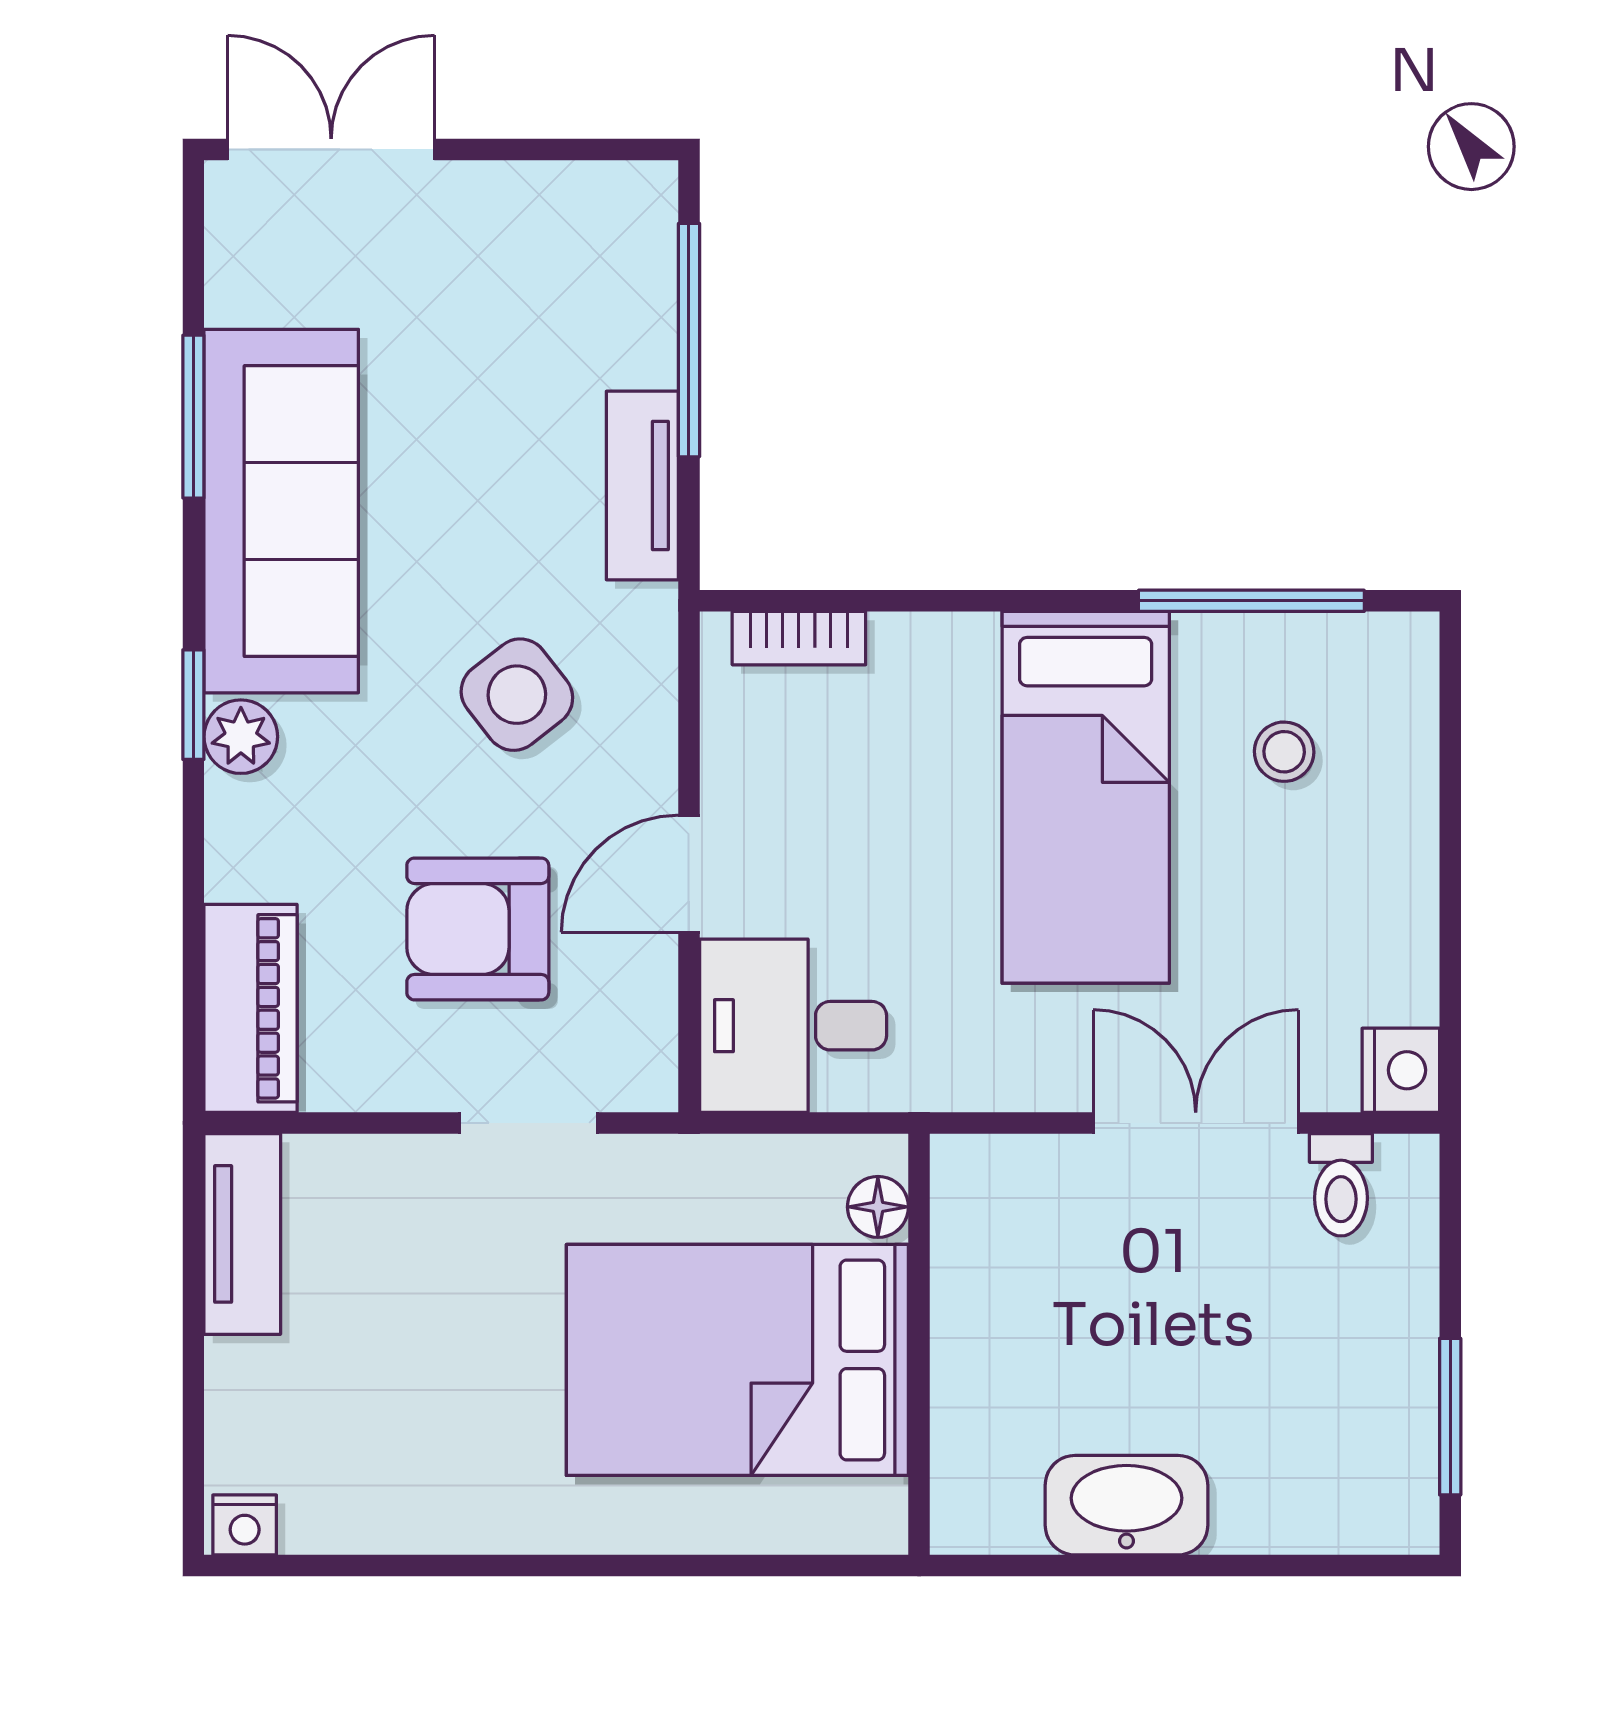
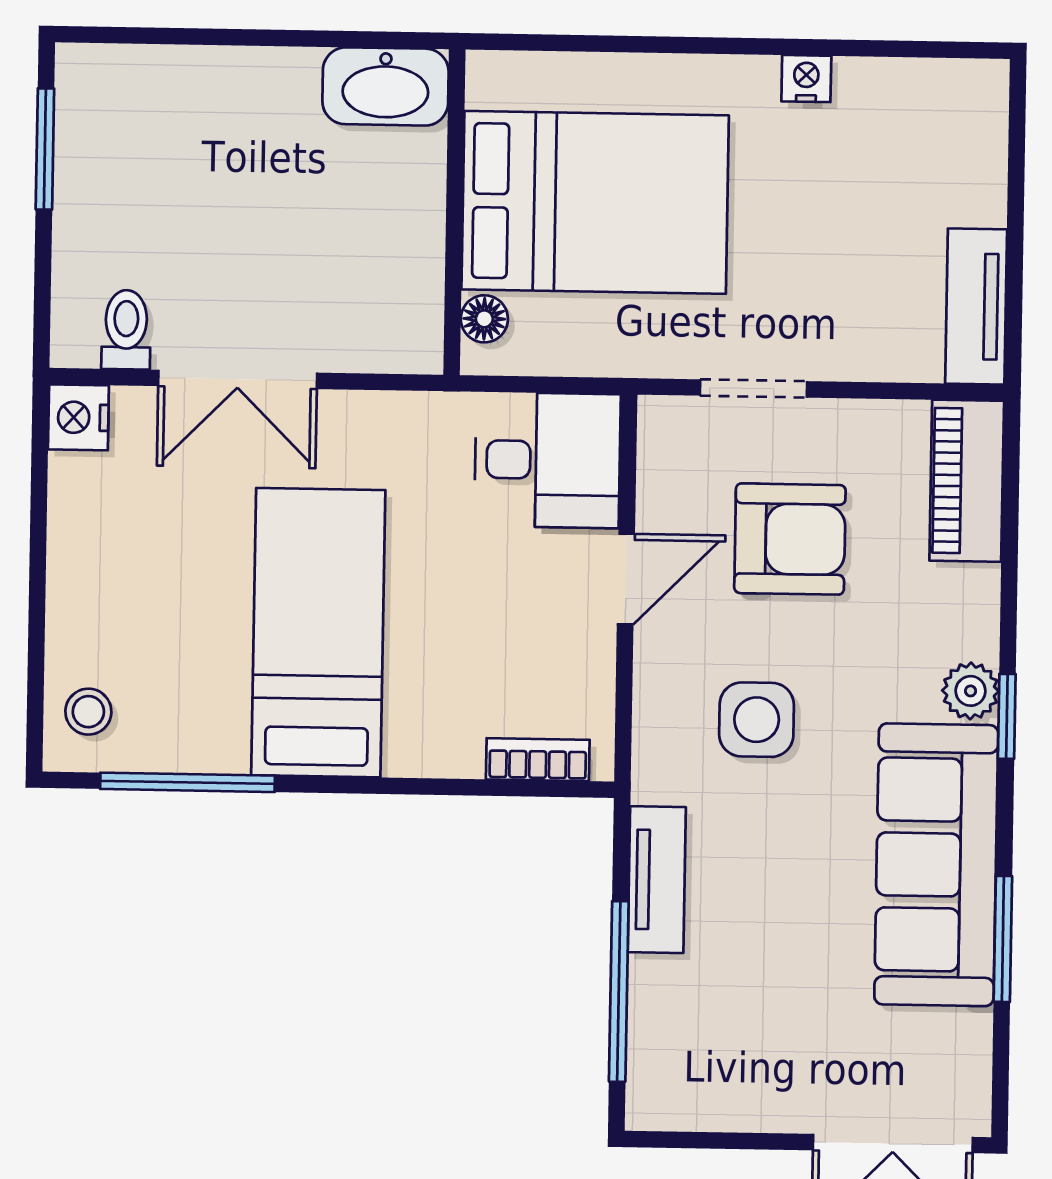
side table: (517, 695) -> (757, 720), turned 38
stool: (1284, 752) -> (88, 712), moved
washbasin: (1126, 1505) -> (386, 86), moved
nightstand: (245, 1525) -> (806, 79), moved

